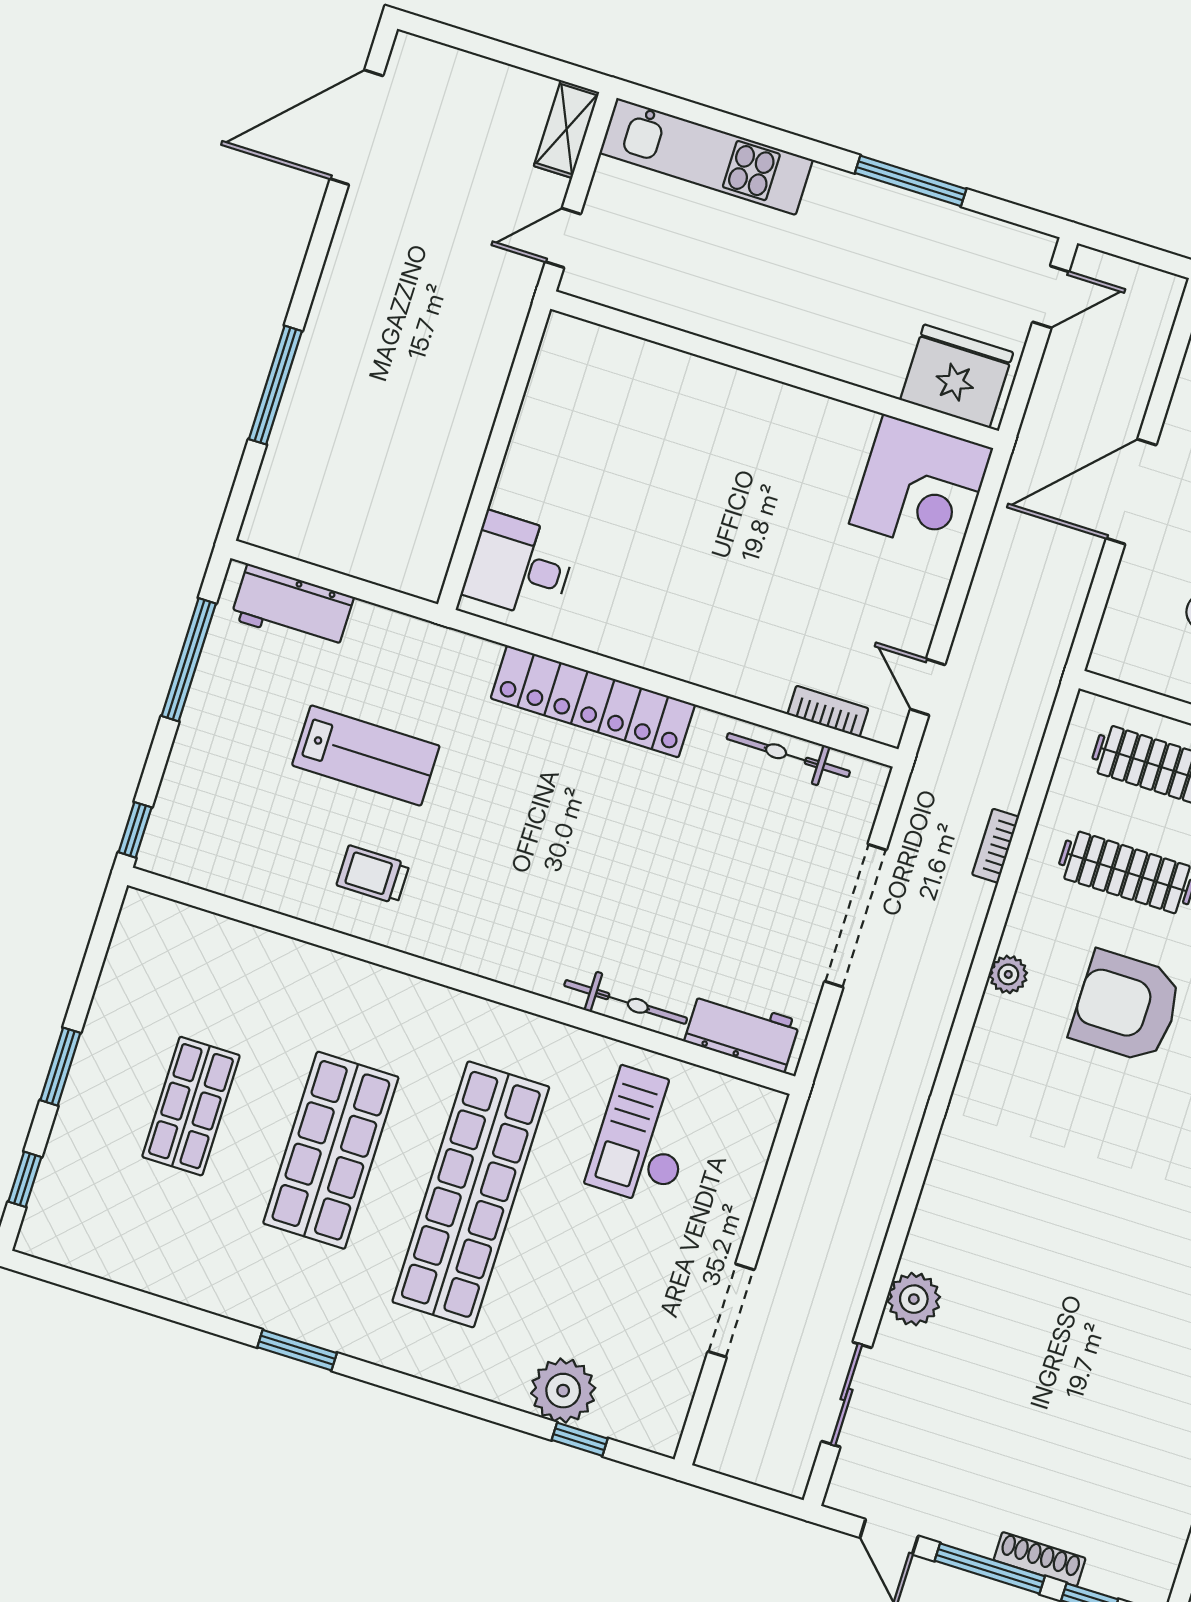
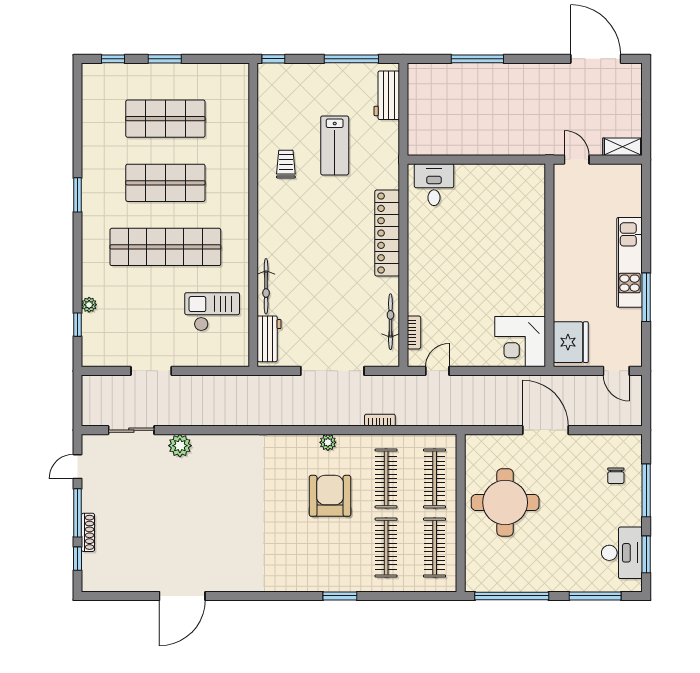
kitchen unit: (706, 156) -> (630, 262), moved
shop shelf: (191, 1106) -> (165, 119), width x1.43, depth x1.36
plant: (563, 1391) -> (89, 305), width x0.53, depth x0.53

